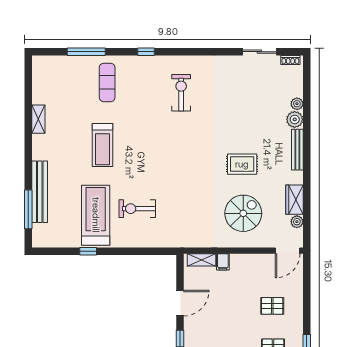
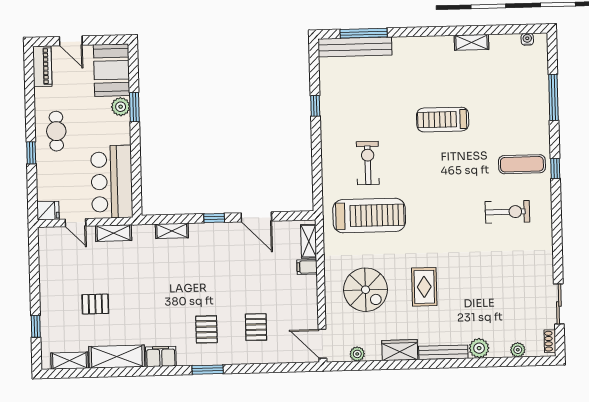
water cooler: (37, 72) -> (527, 39), added
exercise mat: (107, 82) -> (522, 164), moved
plant: (297, 104) -> (518, 350), moved
bench: (40, 192) -> (355, 47), moved
wardrobe: (295, 200) -> (400, 350), moved
treadmill: (96, 215) -> (369, 216), moved

